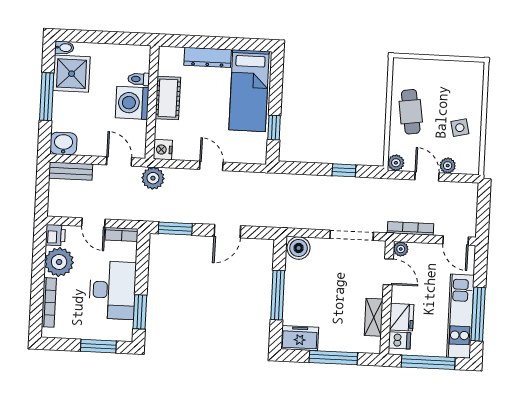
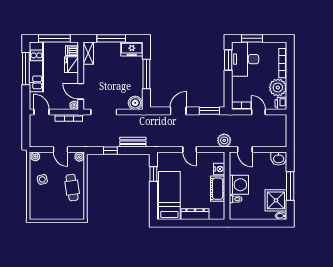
nightstand: (163, 150) -> (219, 169), moved
plant: (448, 166) -> (35, 156), moved
bench: (71, 171) -> (133, 142), moved
desk: (112, 290) -> (245, 59), moved
shelving: (374, 317) -> (88, 53), moved

